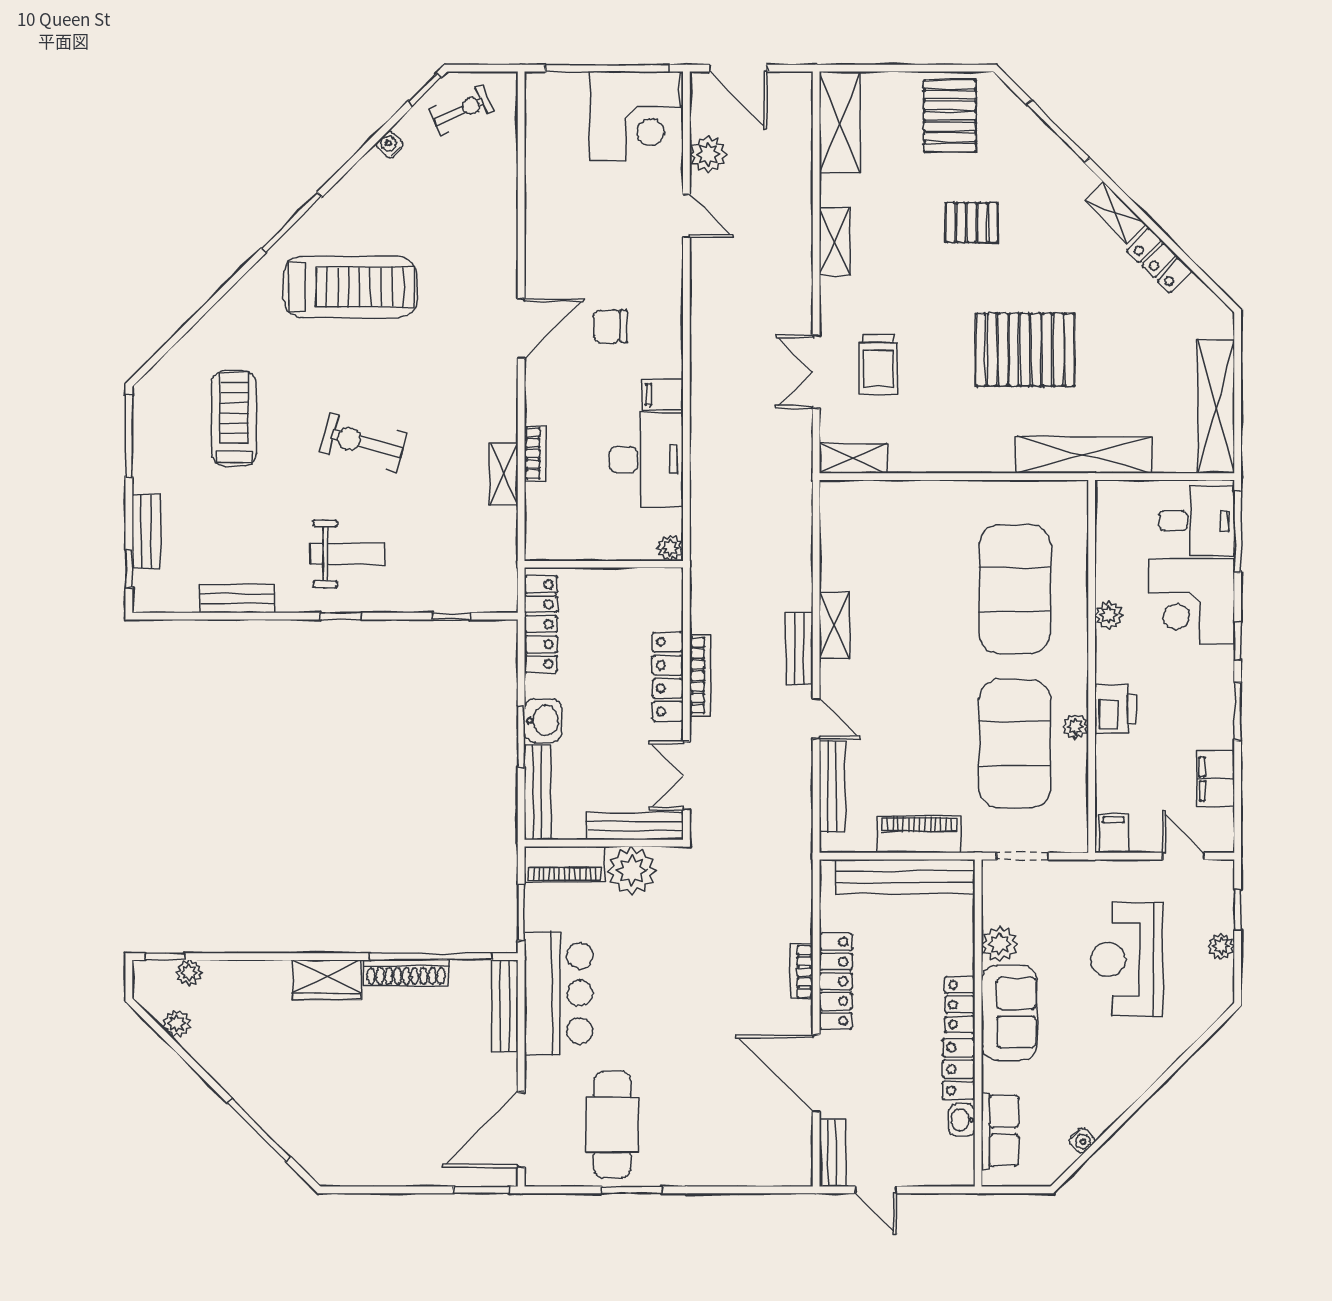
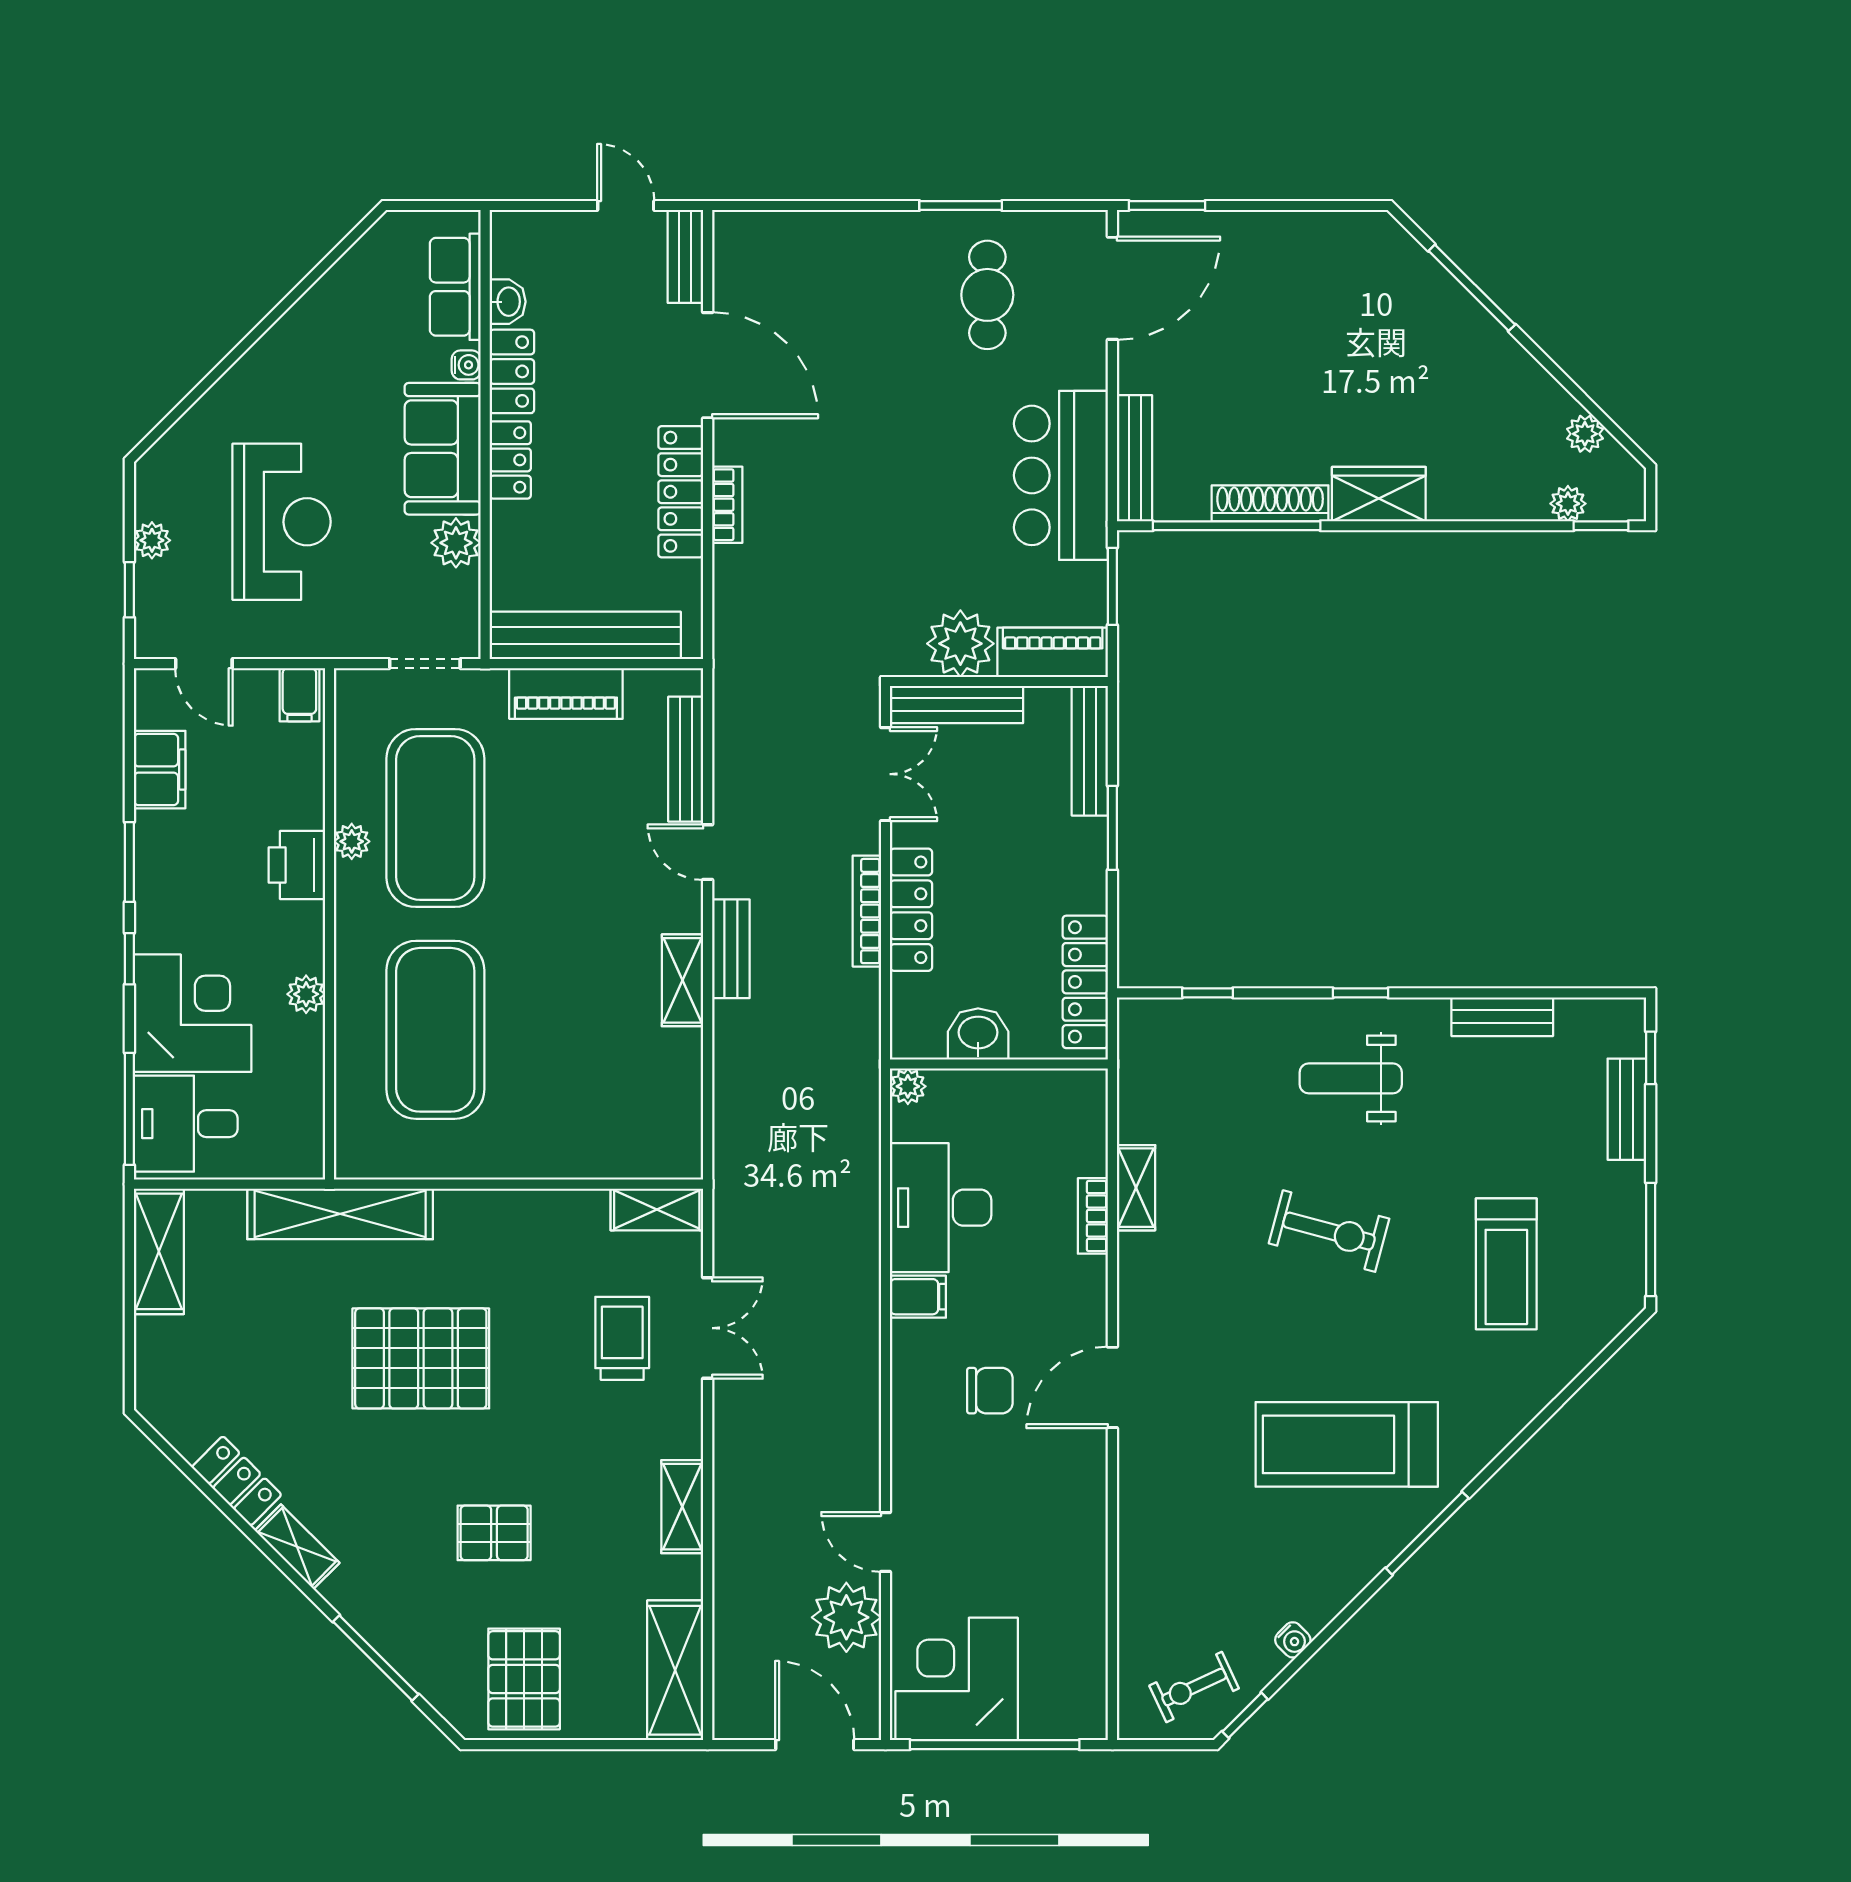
plant: (708, 154) -> (846, 1617), width x1.36, depth x1.36
shelving: (1216, 406) -> (159, 1251), width x0.68
washbasin: (543, 721) -> (978, 1034), moved, turned 90
cafe table: (612, 1125) -> (987, 295), width x0.73, depth x0.74
water cooler: (1082, 1140) -> (466, 365), moved, turned 135

